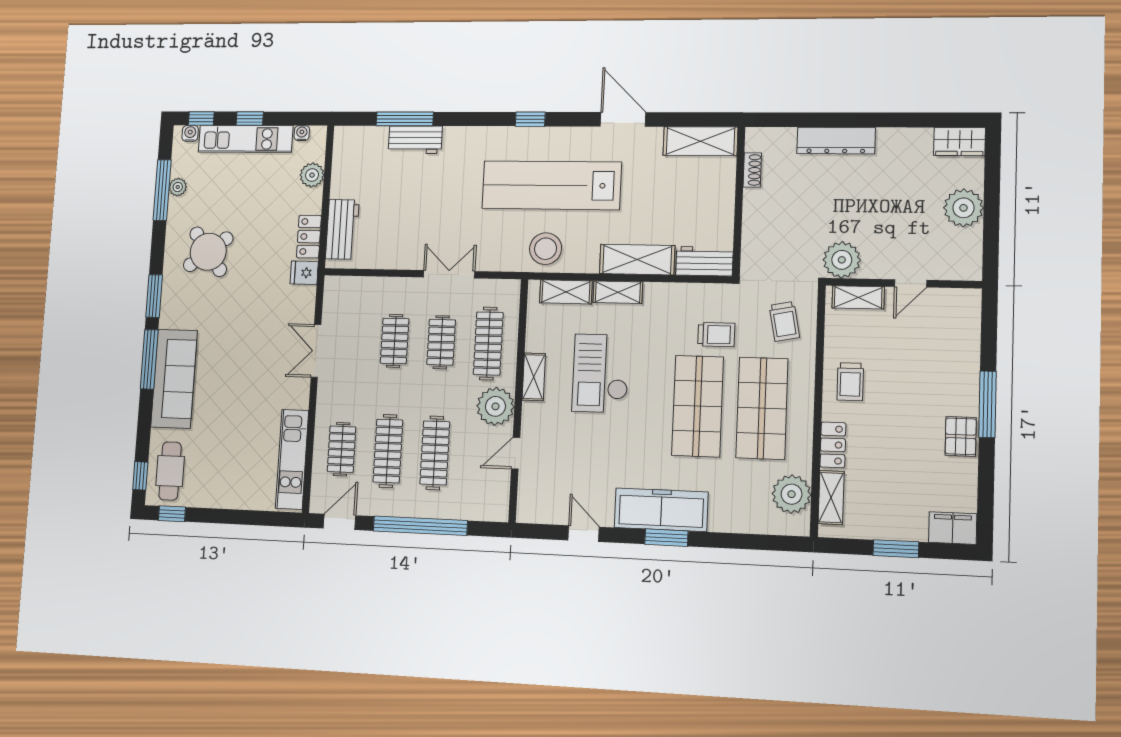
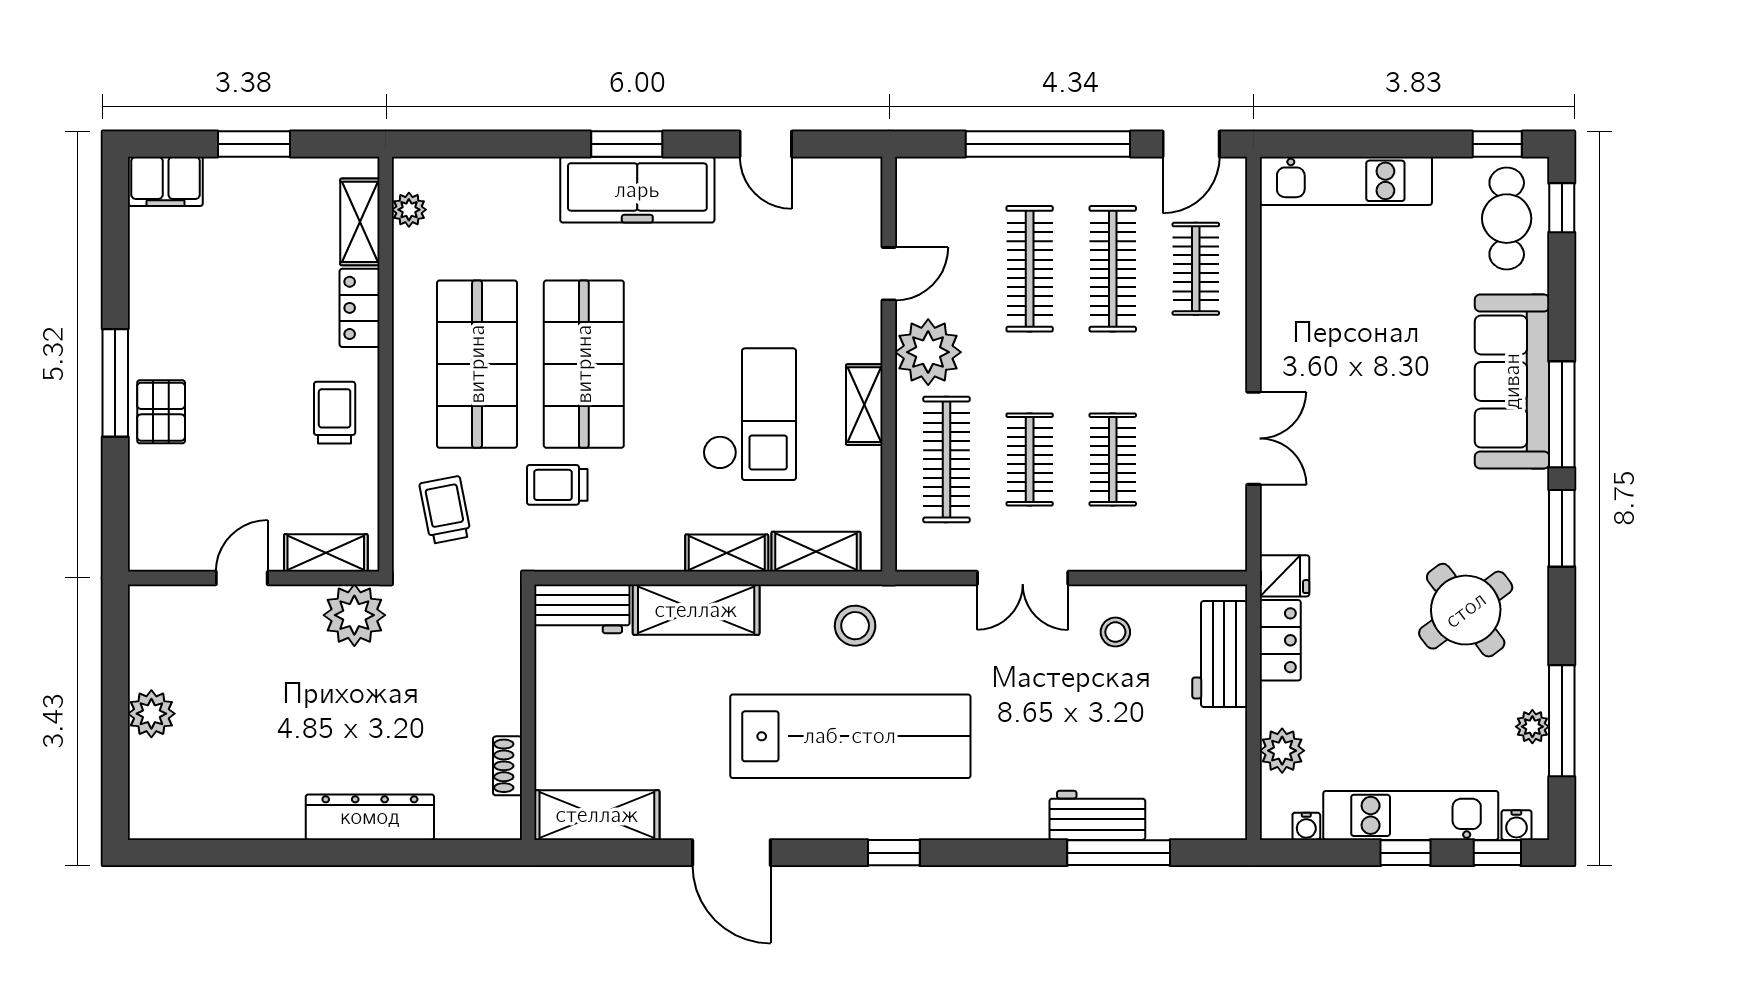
wardrobe: (959, 142) -> (169, 816), removed
plant: (964, 208) -> (151, 714), width x0.73, depth x0.73
stool: (399, 243) -> (1115, 632), added
stool: (546, 249) -> (855, 626), width x0.73, depth x0.73
pallet: (961, 436) -> (161, 412), moved
kitchen unit: (292, 459) -> (1346, 181), moved, turned 90
plant: (792, 494) -> (409, 210), width x0.53, depth x0.53

